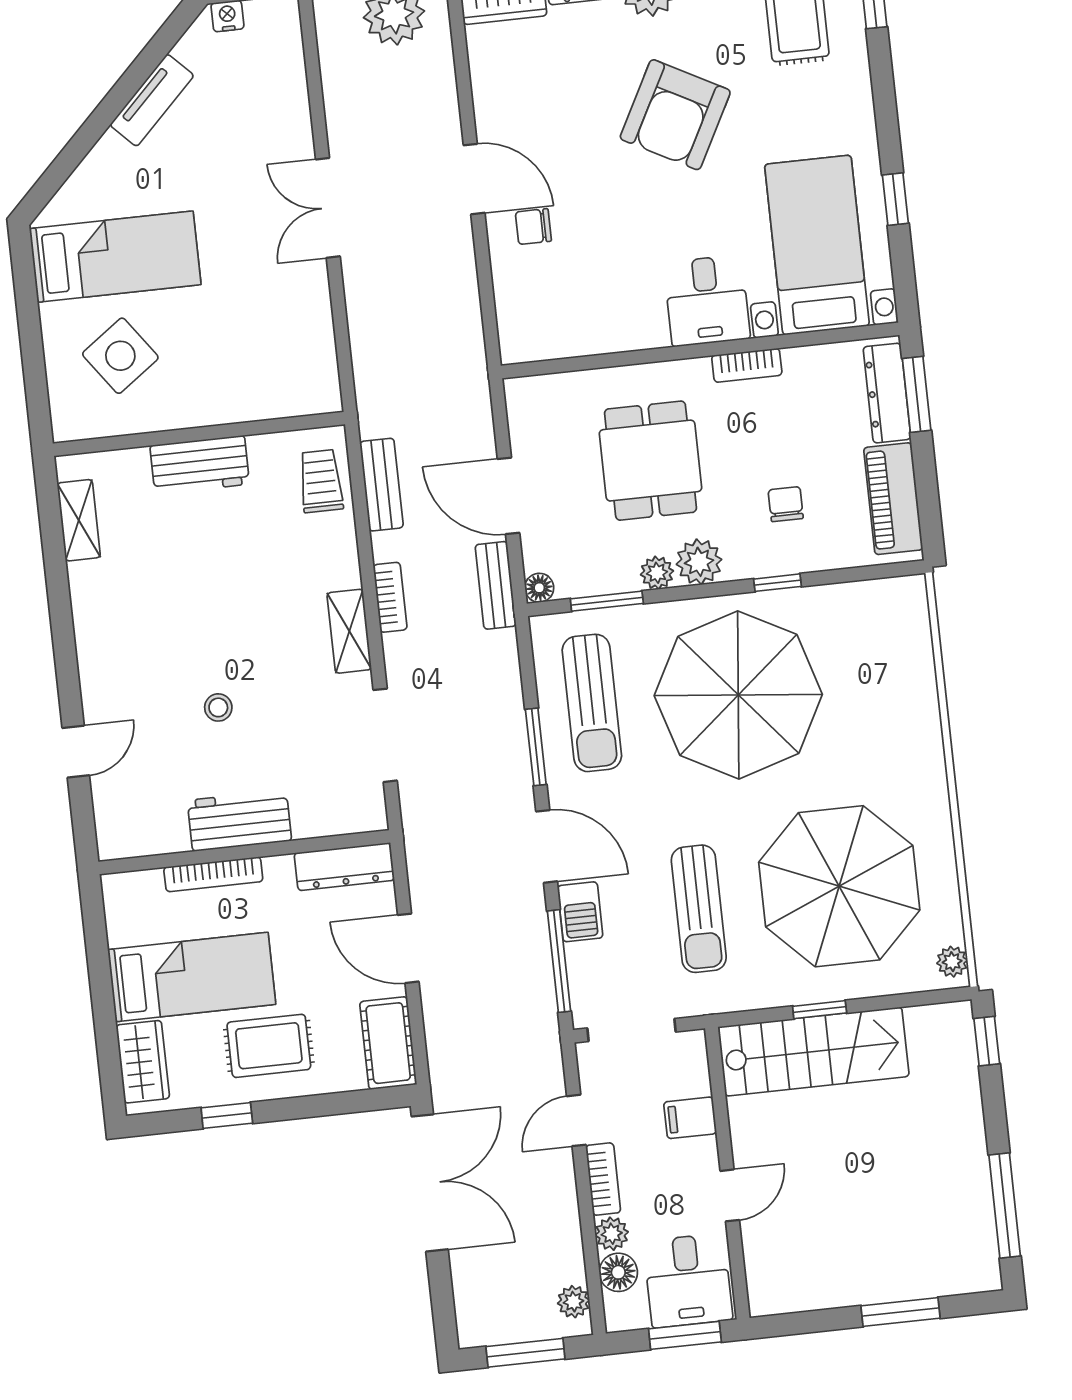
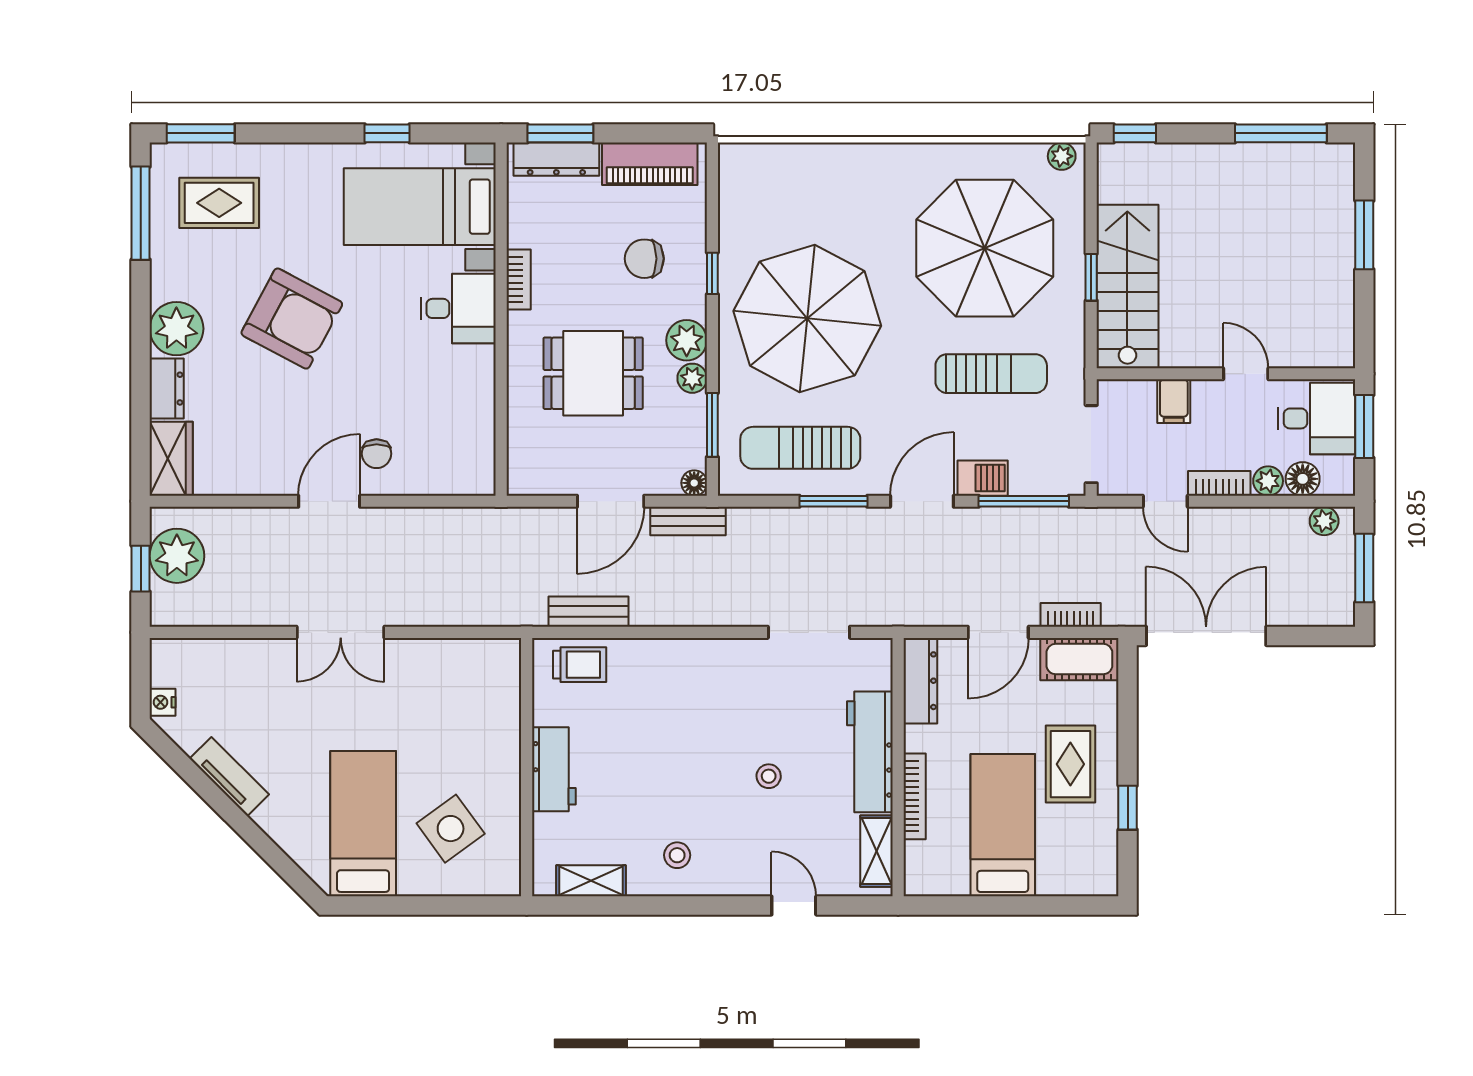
trolley: (321, 481) -> (580, 665), turned 180
chair: (786, 504) -> (644, 259), width x1.37, depth x1.37
bookcase: (390, 597) -> (1071, 615), moved
stool: (118, 614) -> (677, 855), added
shelving: (349, 631) -> (877, 851), moved, turned 90
sun lounger: (592, 703) -> (800, 448), turned 180
workbench: (239, 821) -> (870, 752), width x1.38
wardrobe: (143, 1062) -> (1072, 876), removed

